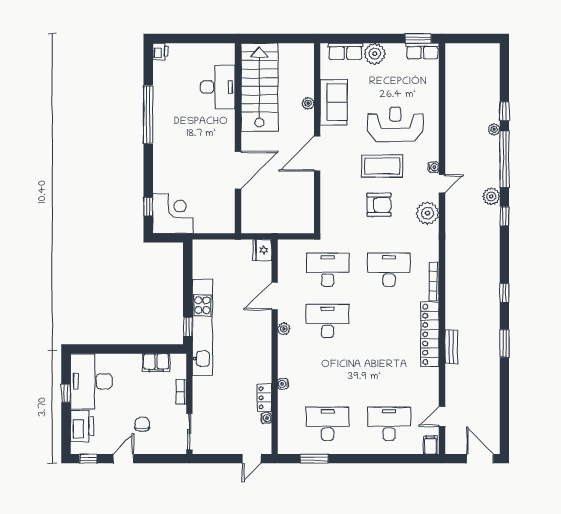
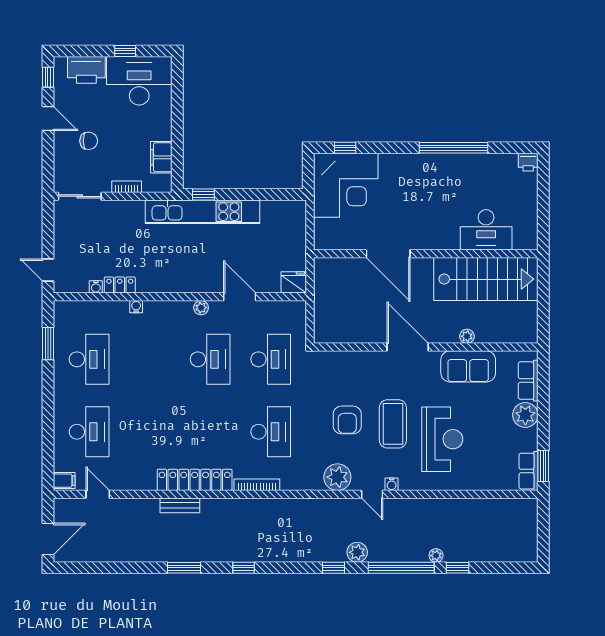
corner desk: (173, 213) -> (346, 185), width x1.36, depth x1.36

